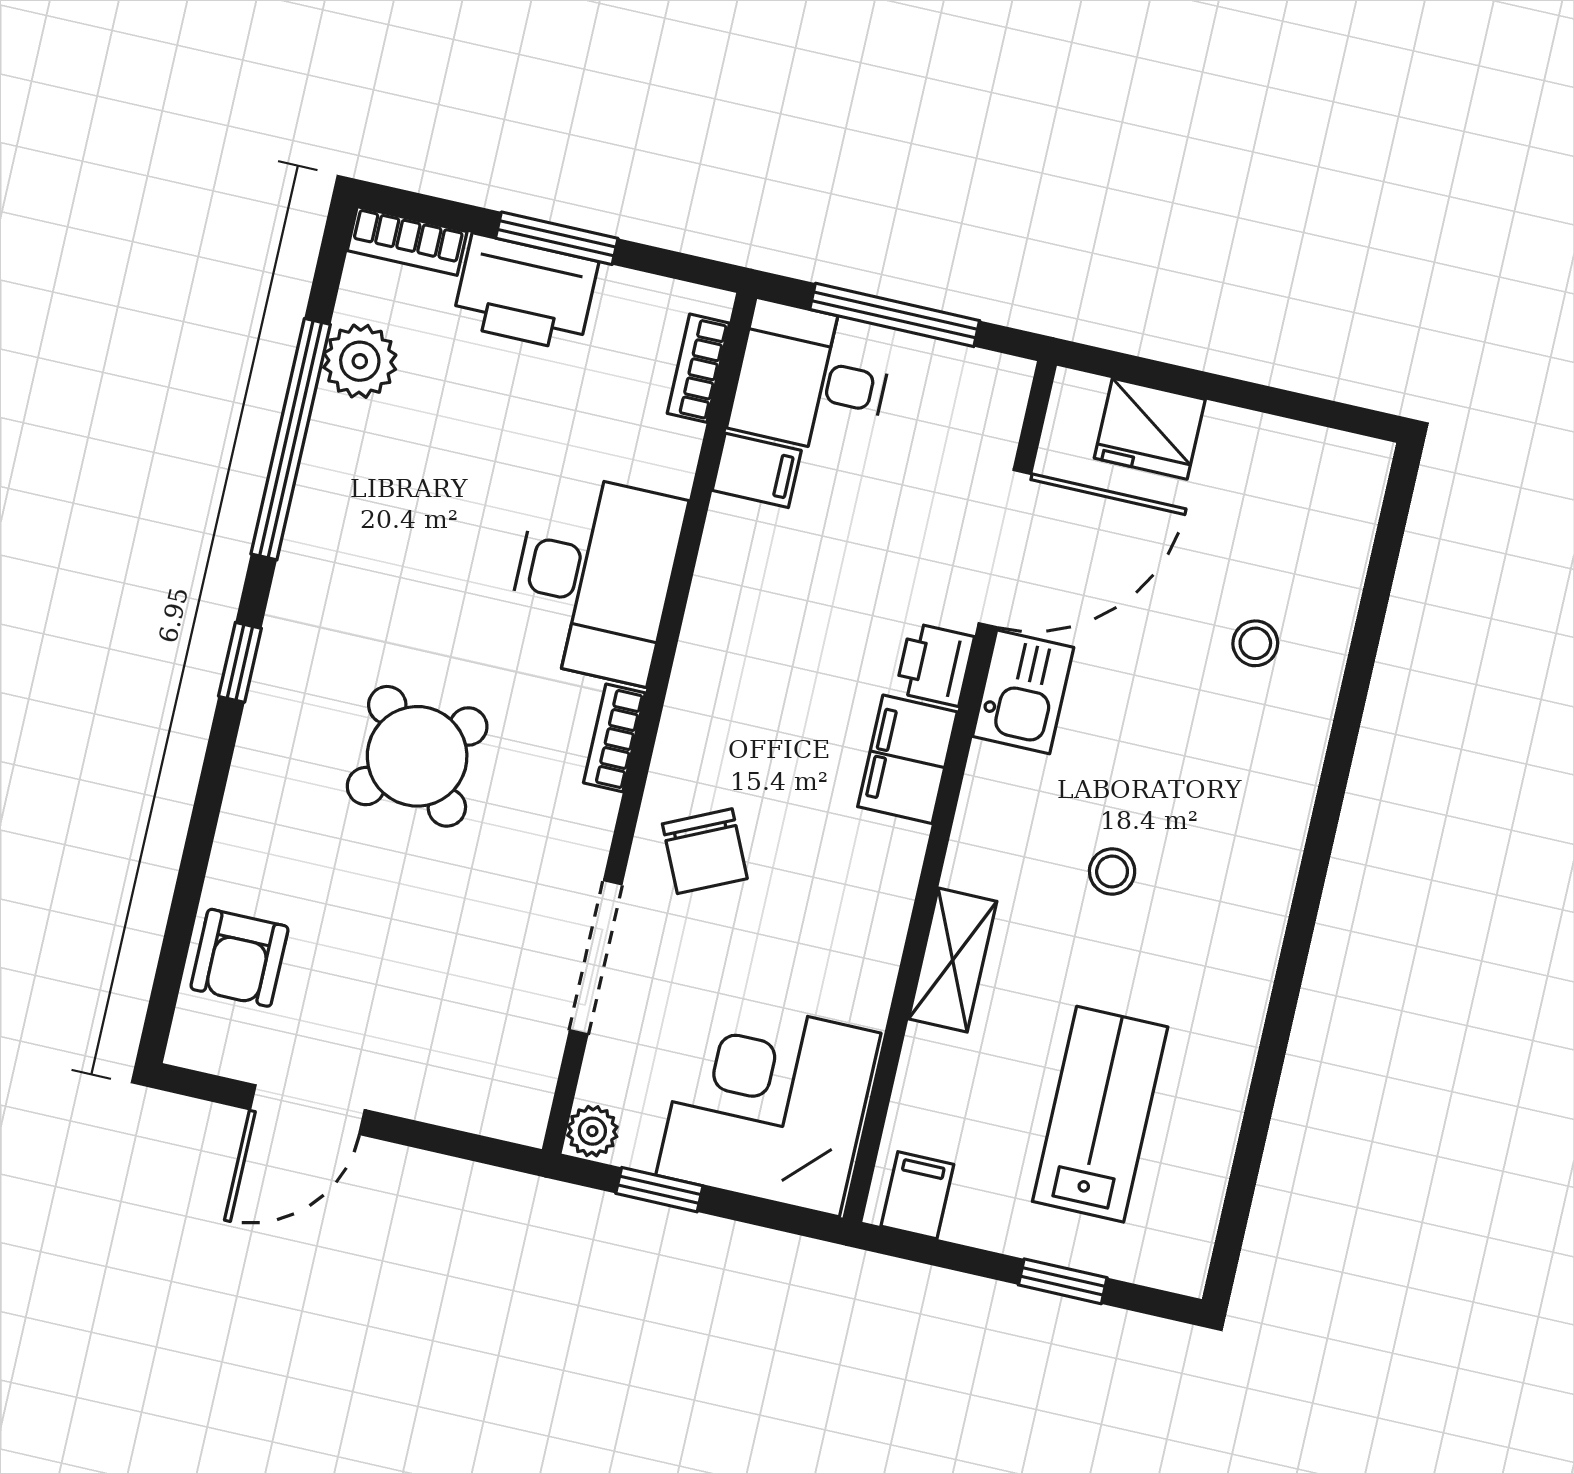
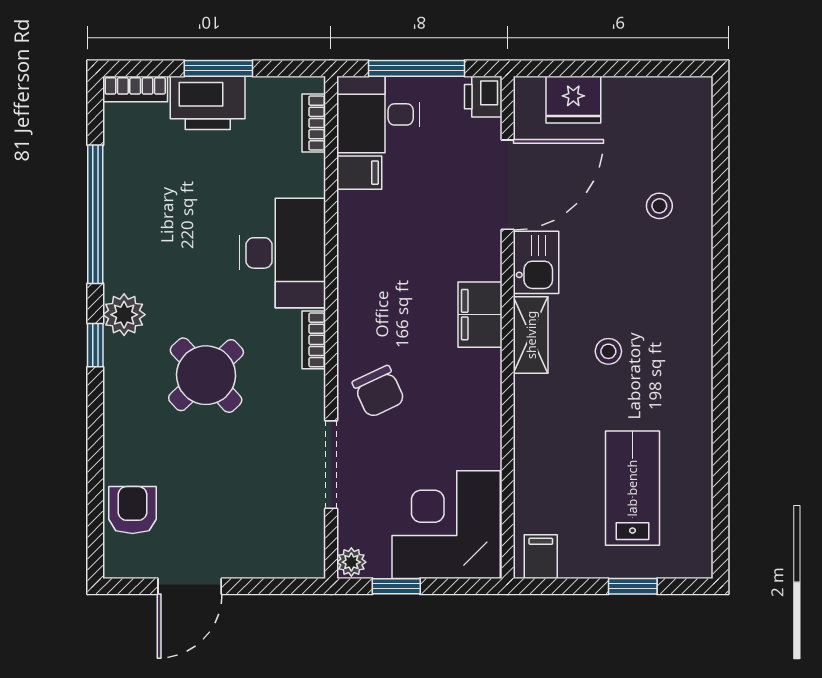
plant: (360, 361) -> (124, 315), moved
printer: (935, 664) -> (483, 97), moved
armchair: (239, 958) -> (132, 510), turned 180
shelving: (953, 960) -> (531, 335), moved

